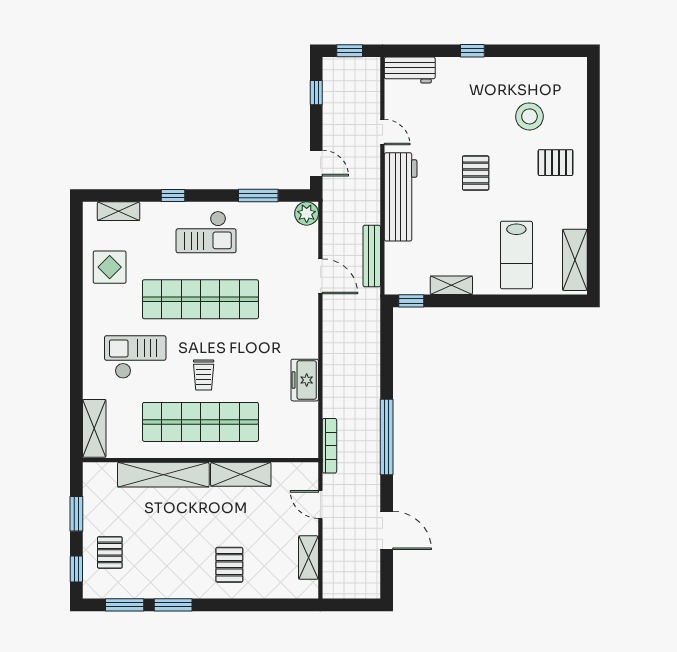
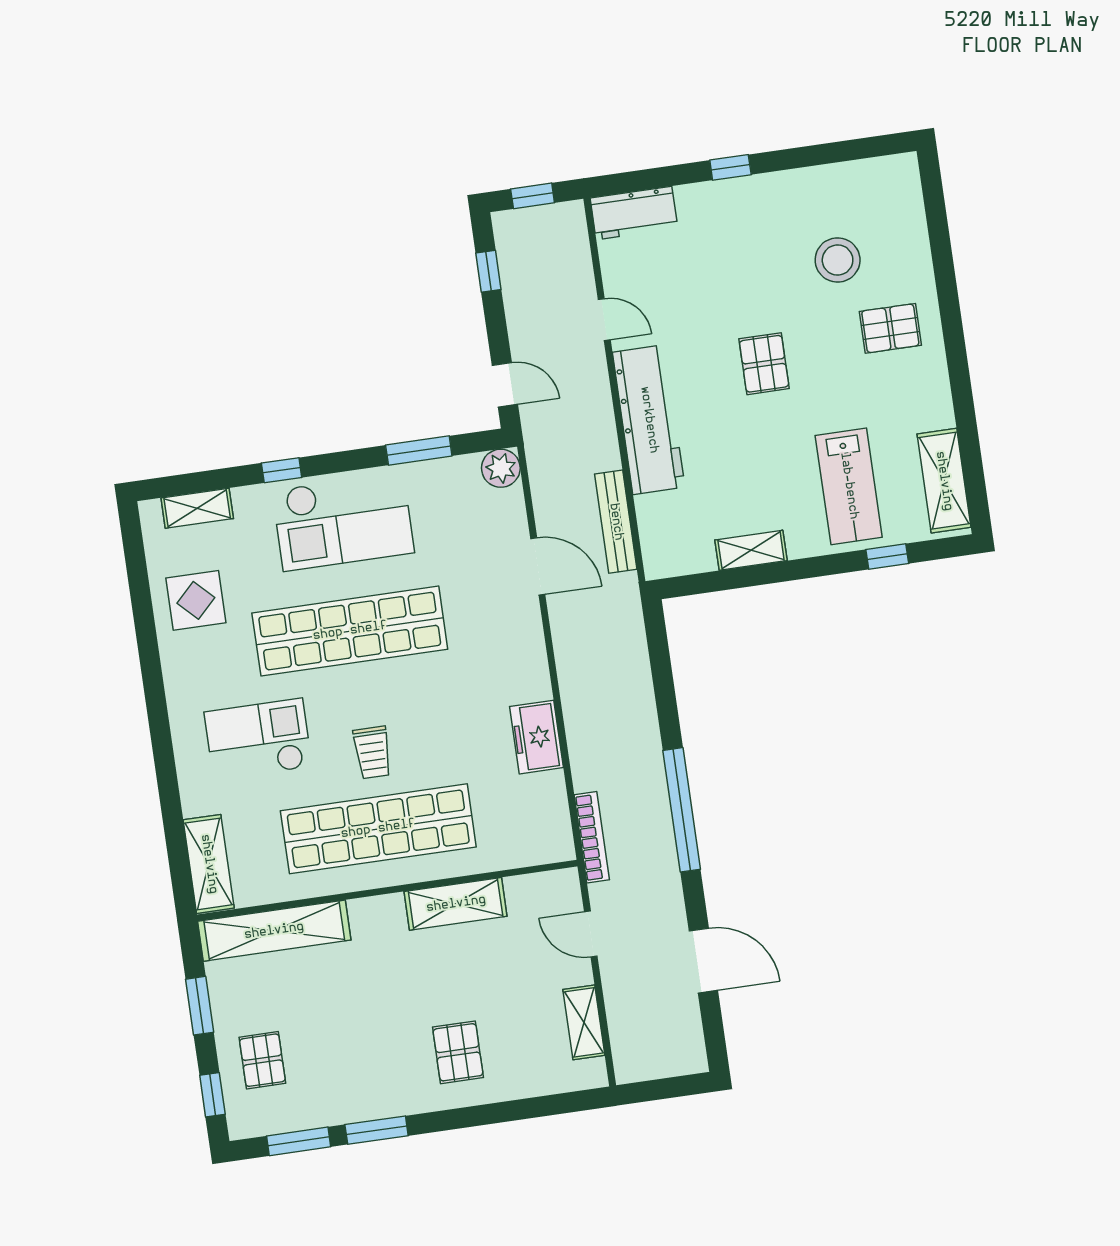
checkout: (206, 232) -> (343, 521), width x1.36, depth x1.21
window: (411, 301) -> (887, 556), moved
shelving: (163, 475) -> (274, 931), moved

